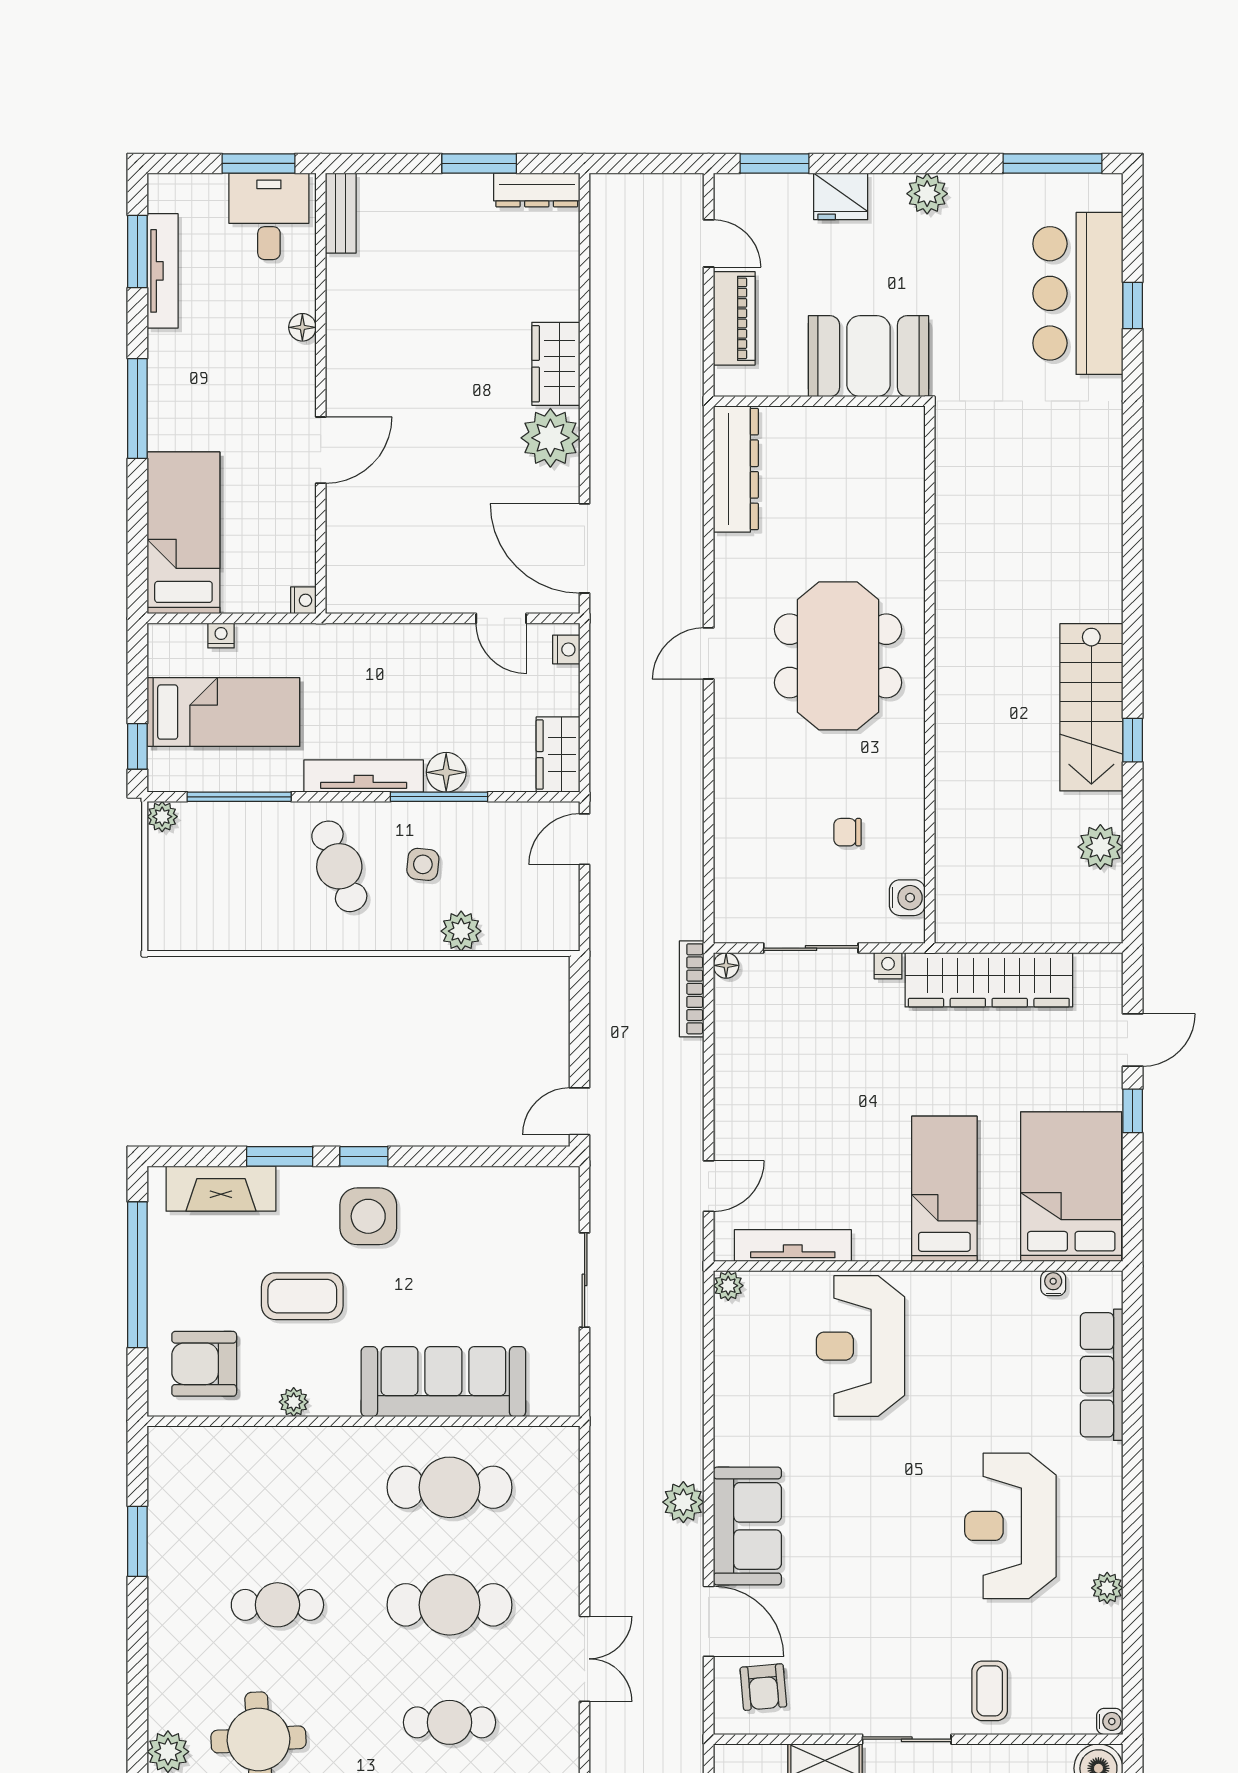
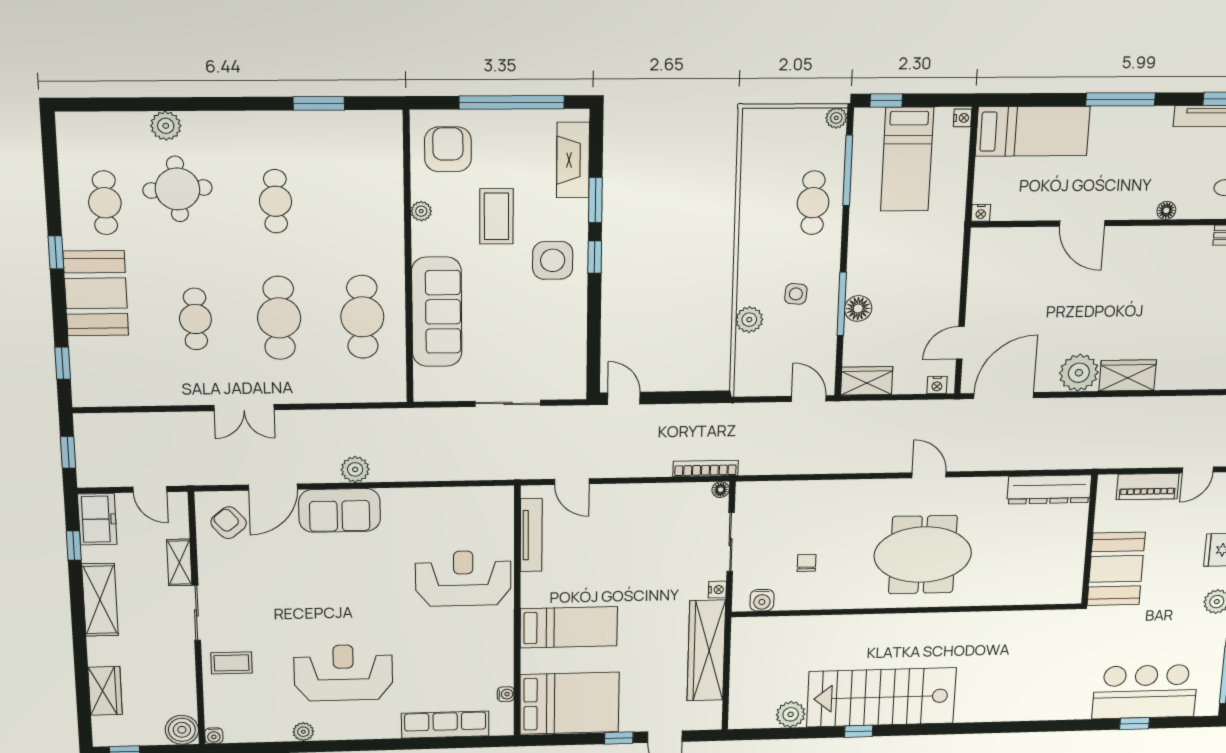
nightstand: (221, 635) -> (962, 118), moved
stairs: (1091, 707) -> (881, 697), width x1.36, depth x1.51
tv unit: (364, 776) -> (858, 254), removed
cafe table: (339, 866) -> (813, 203), moved, turned -69
plant: (728, 1286) -> (504, 495), removed
armchair: (763, 1687) -> (229, 523), turned 55

